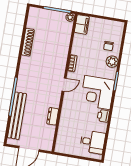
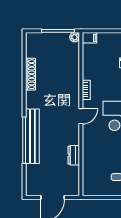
filing cabinet: (82, 24) -> (90, 38), width x0.50
bench: (17, 116) -> (32, 136), moved

